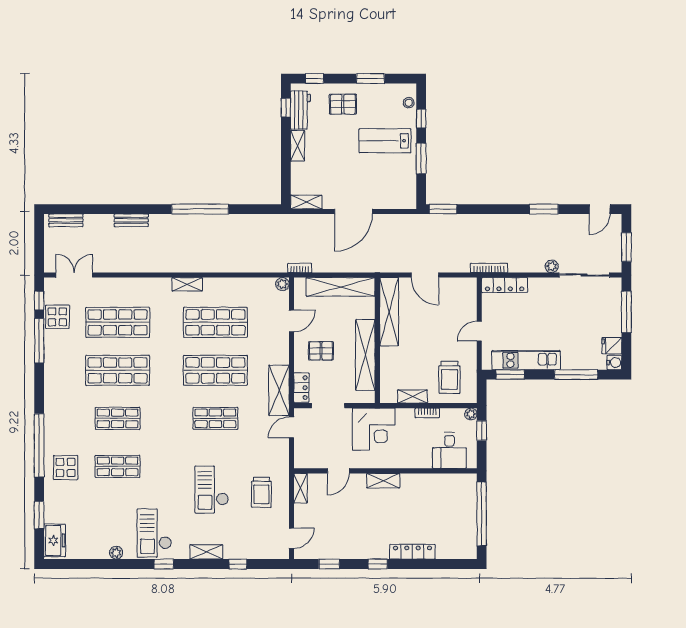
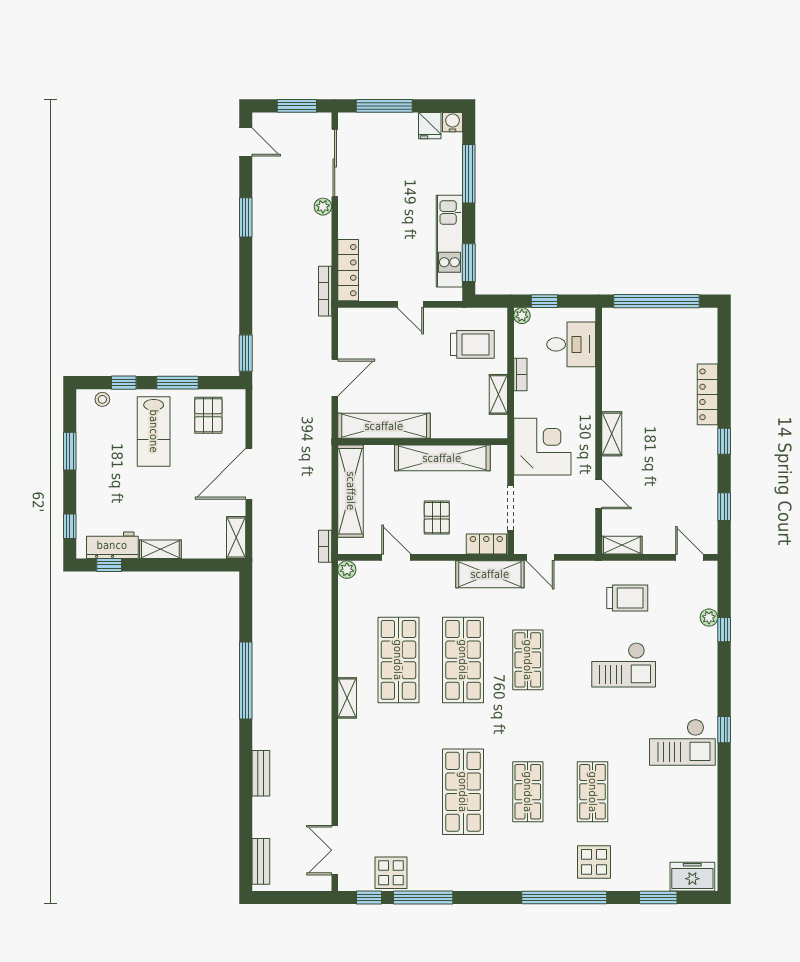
pallet: (343, 104) -> (208, 415), moved
door: (353, 211) -> (249, 474), swing flipped
shop shelf: (118, 322) -> (398, 792), removed
shelving: (206, 552) -> (708, 672), removed
plant: (116, 553) -> (709, 618), moved

